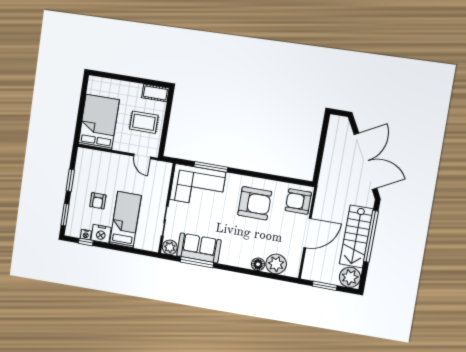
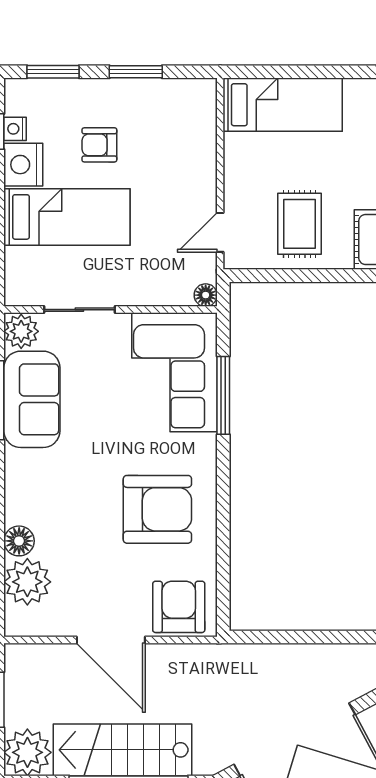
bed: (99, 122) -> (283, 105), width x0.67
floor lamp: (167, 167) -> (206, 295), added
armchair: (255, 203) -> (157, 509), turned -90

